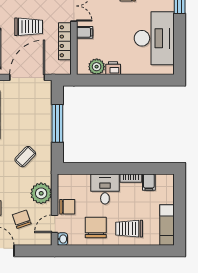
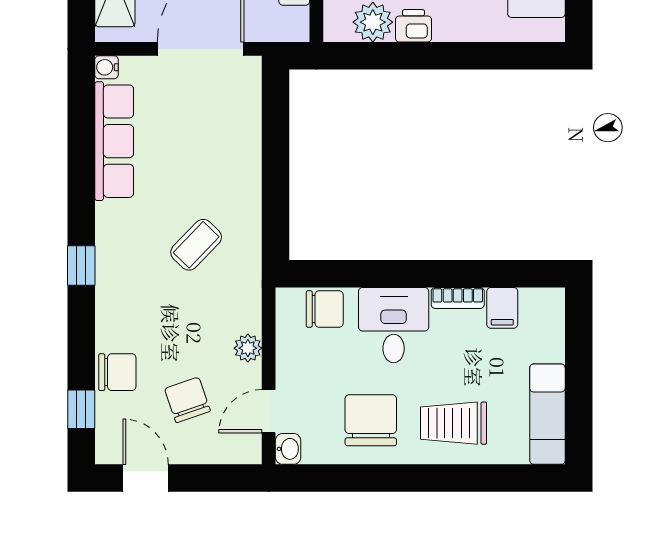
window: (57, 123) -> (275, 163), removed
plant: (41, 193) -> (248, 348), width x0.53, depth x0.53
chair: (67, 207) -> (325, 309), moved

